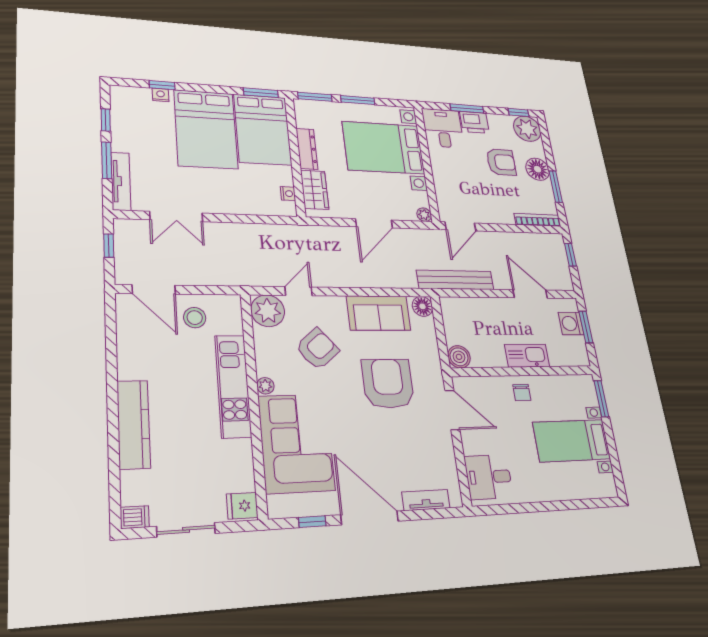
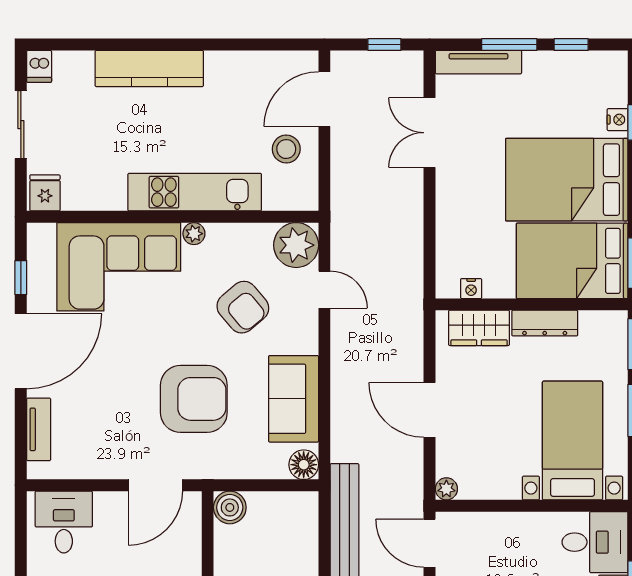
bed with nightstands: (383, 148) -> (572, 441), width x0.73

